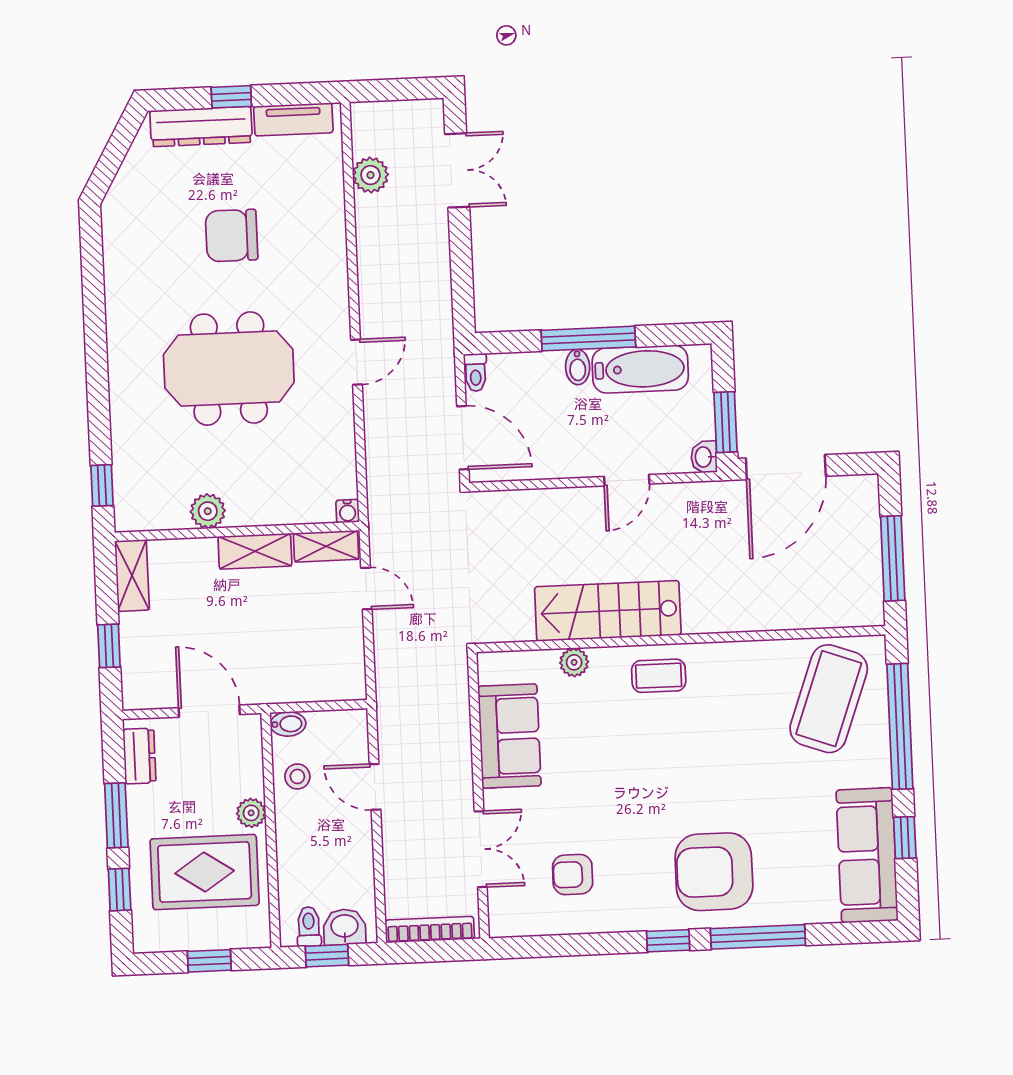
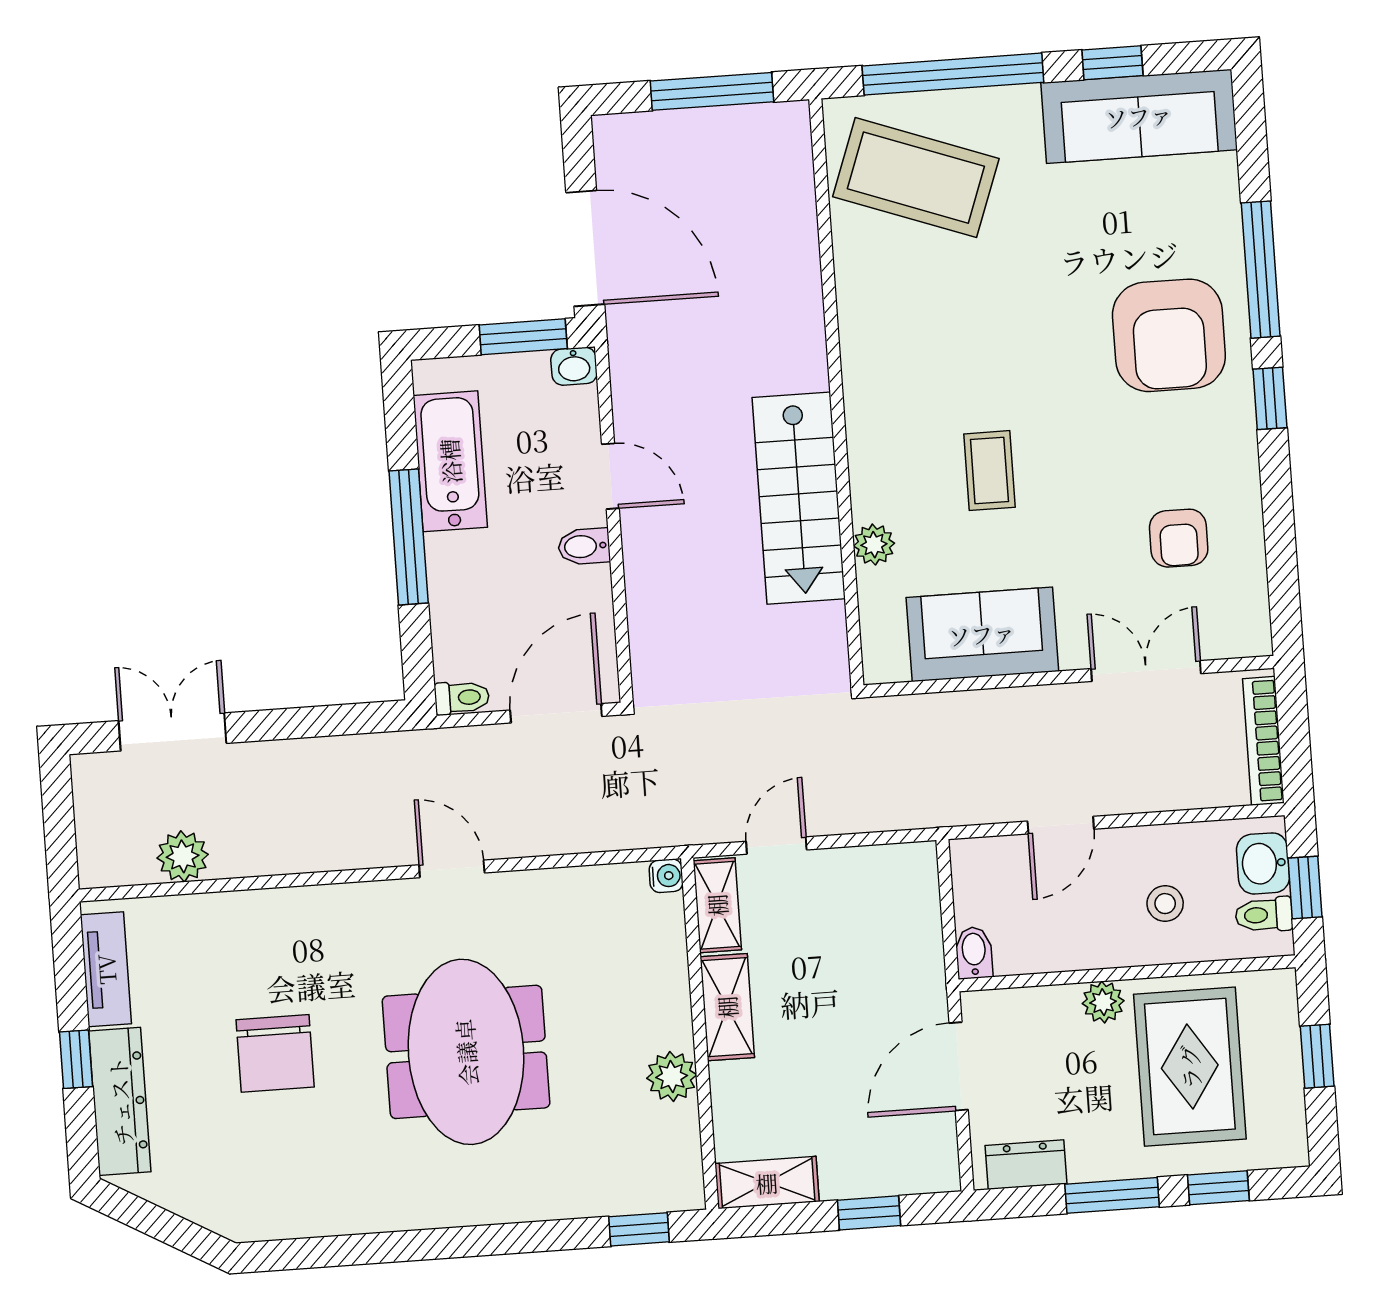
bidet: (578, 367) -> (584, 546), moved, turned 180
coffee table: (659, 676) -> (989, 471), moved
stool: (297, 776) -> (1165, 904), moved

